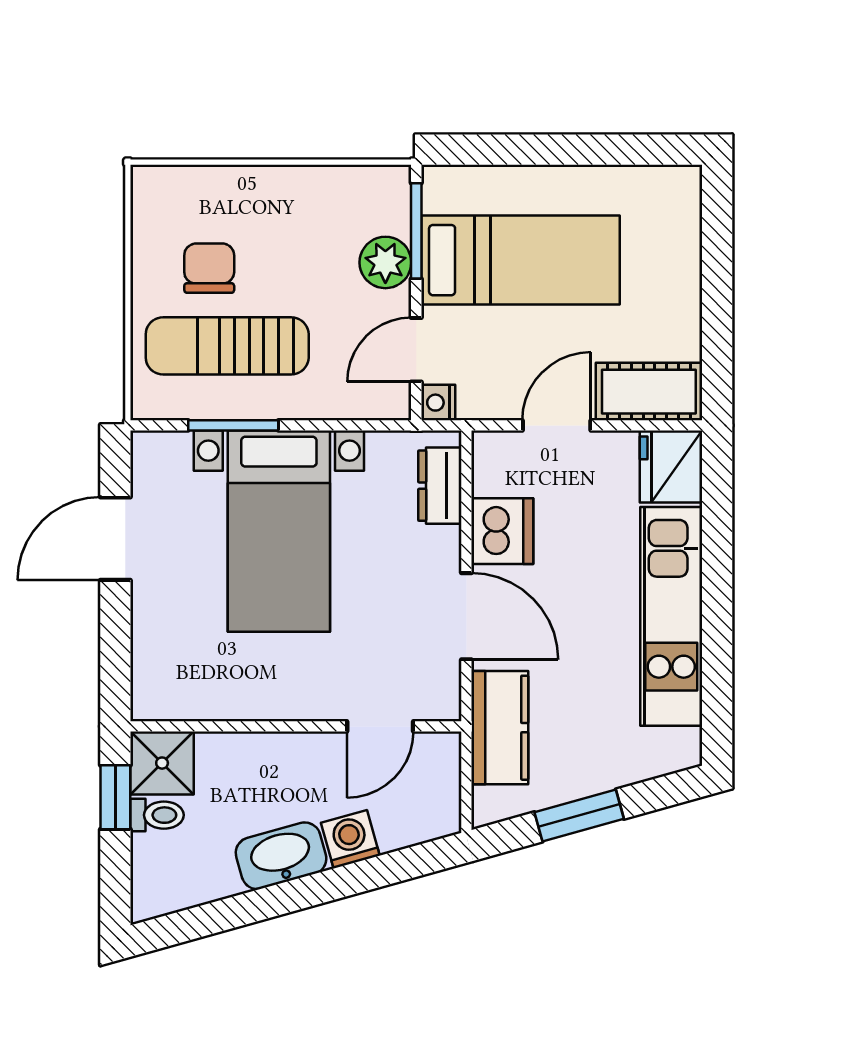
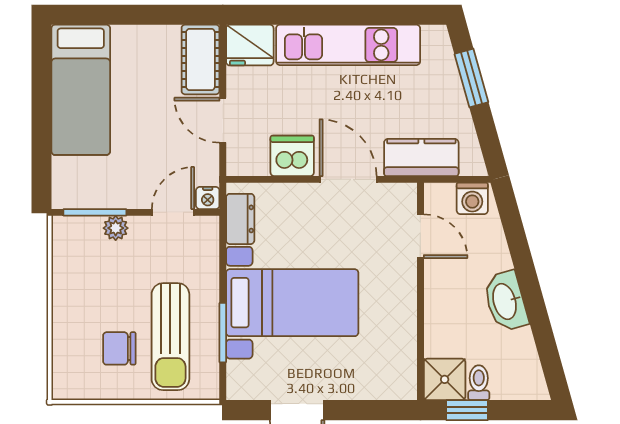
bed: (520, 260) -> (81, 90), moved, turned 180
plant: (385, 262) -> (116, 228), width x0.73, depth x0.73
door: (416, 350) -> (173, 212), swing flipped
dresser: (440, 486) -> (240, 219), moved, turned -90
door: (466, 616) -> (348, 179), hinge flipped
window: (579, 816) -> (471, 78), moved
washing machine: (350, 839) -> (472, 198), moved, turned -74

